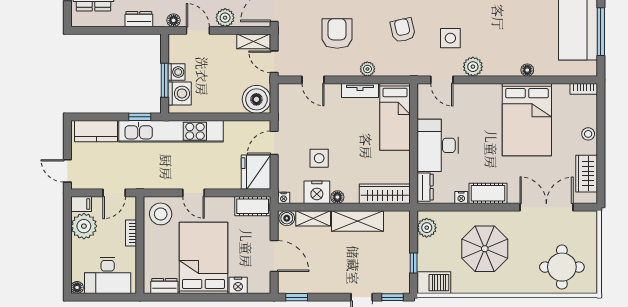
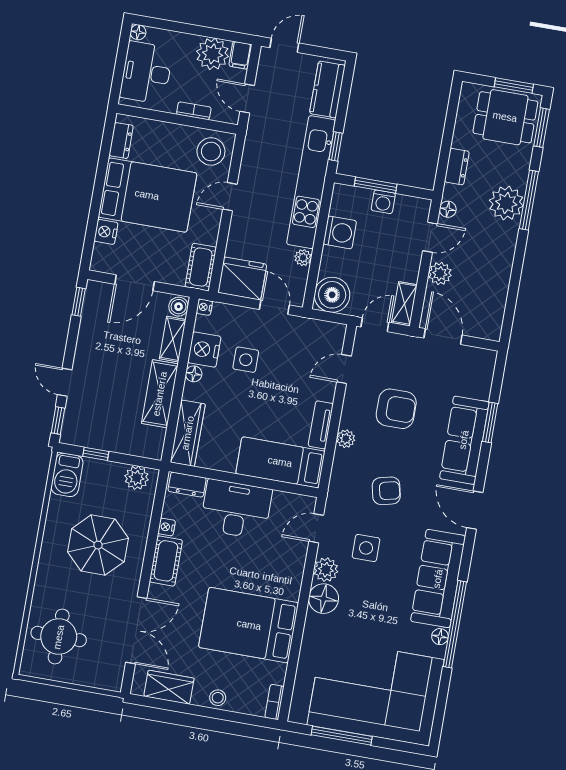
floor lamp: (527, 70) -> (324, 599), moved, width x1.89, depth x1.89
washing machine: (180, 93) -> (340, 232), moved, turned -90
plant: (231, 127) -> (303, 258), added

